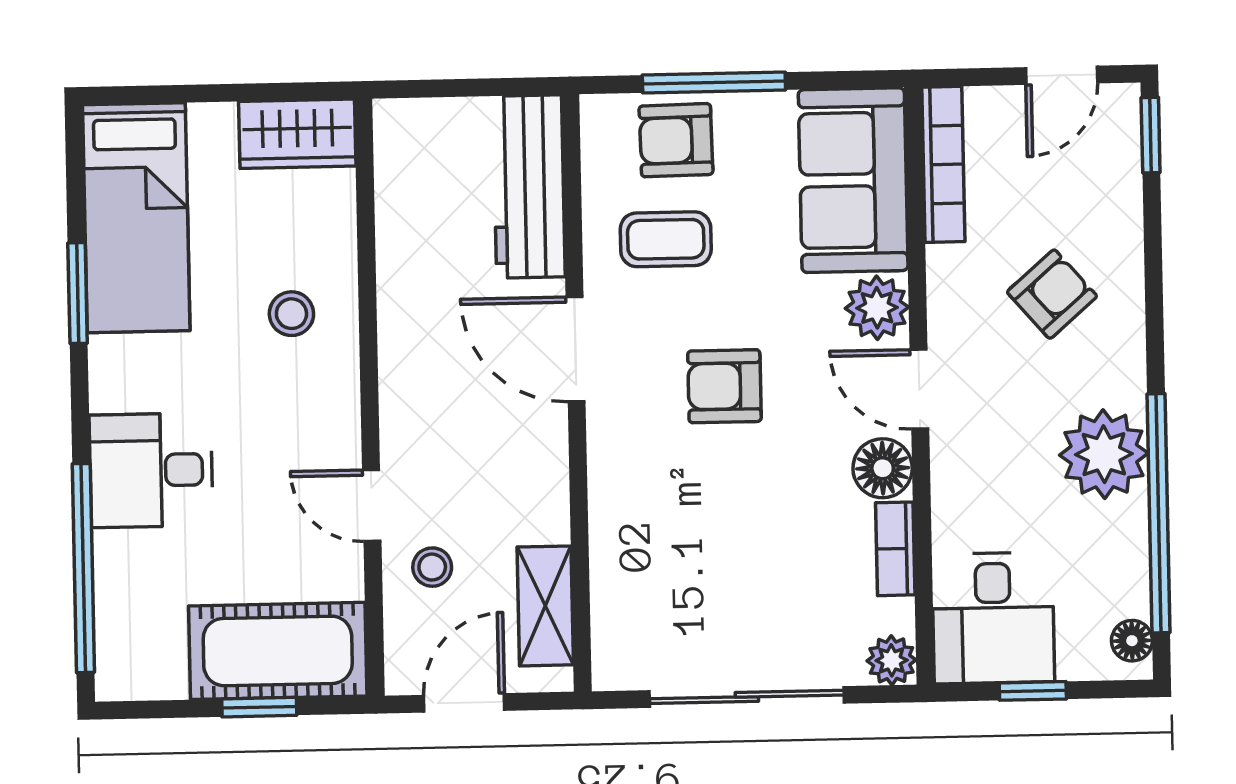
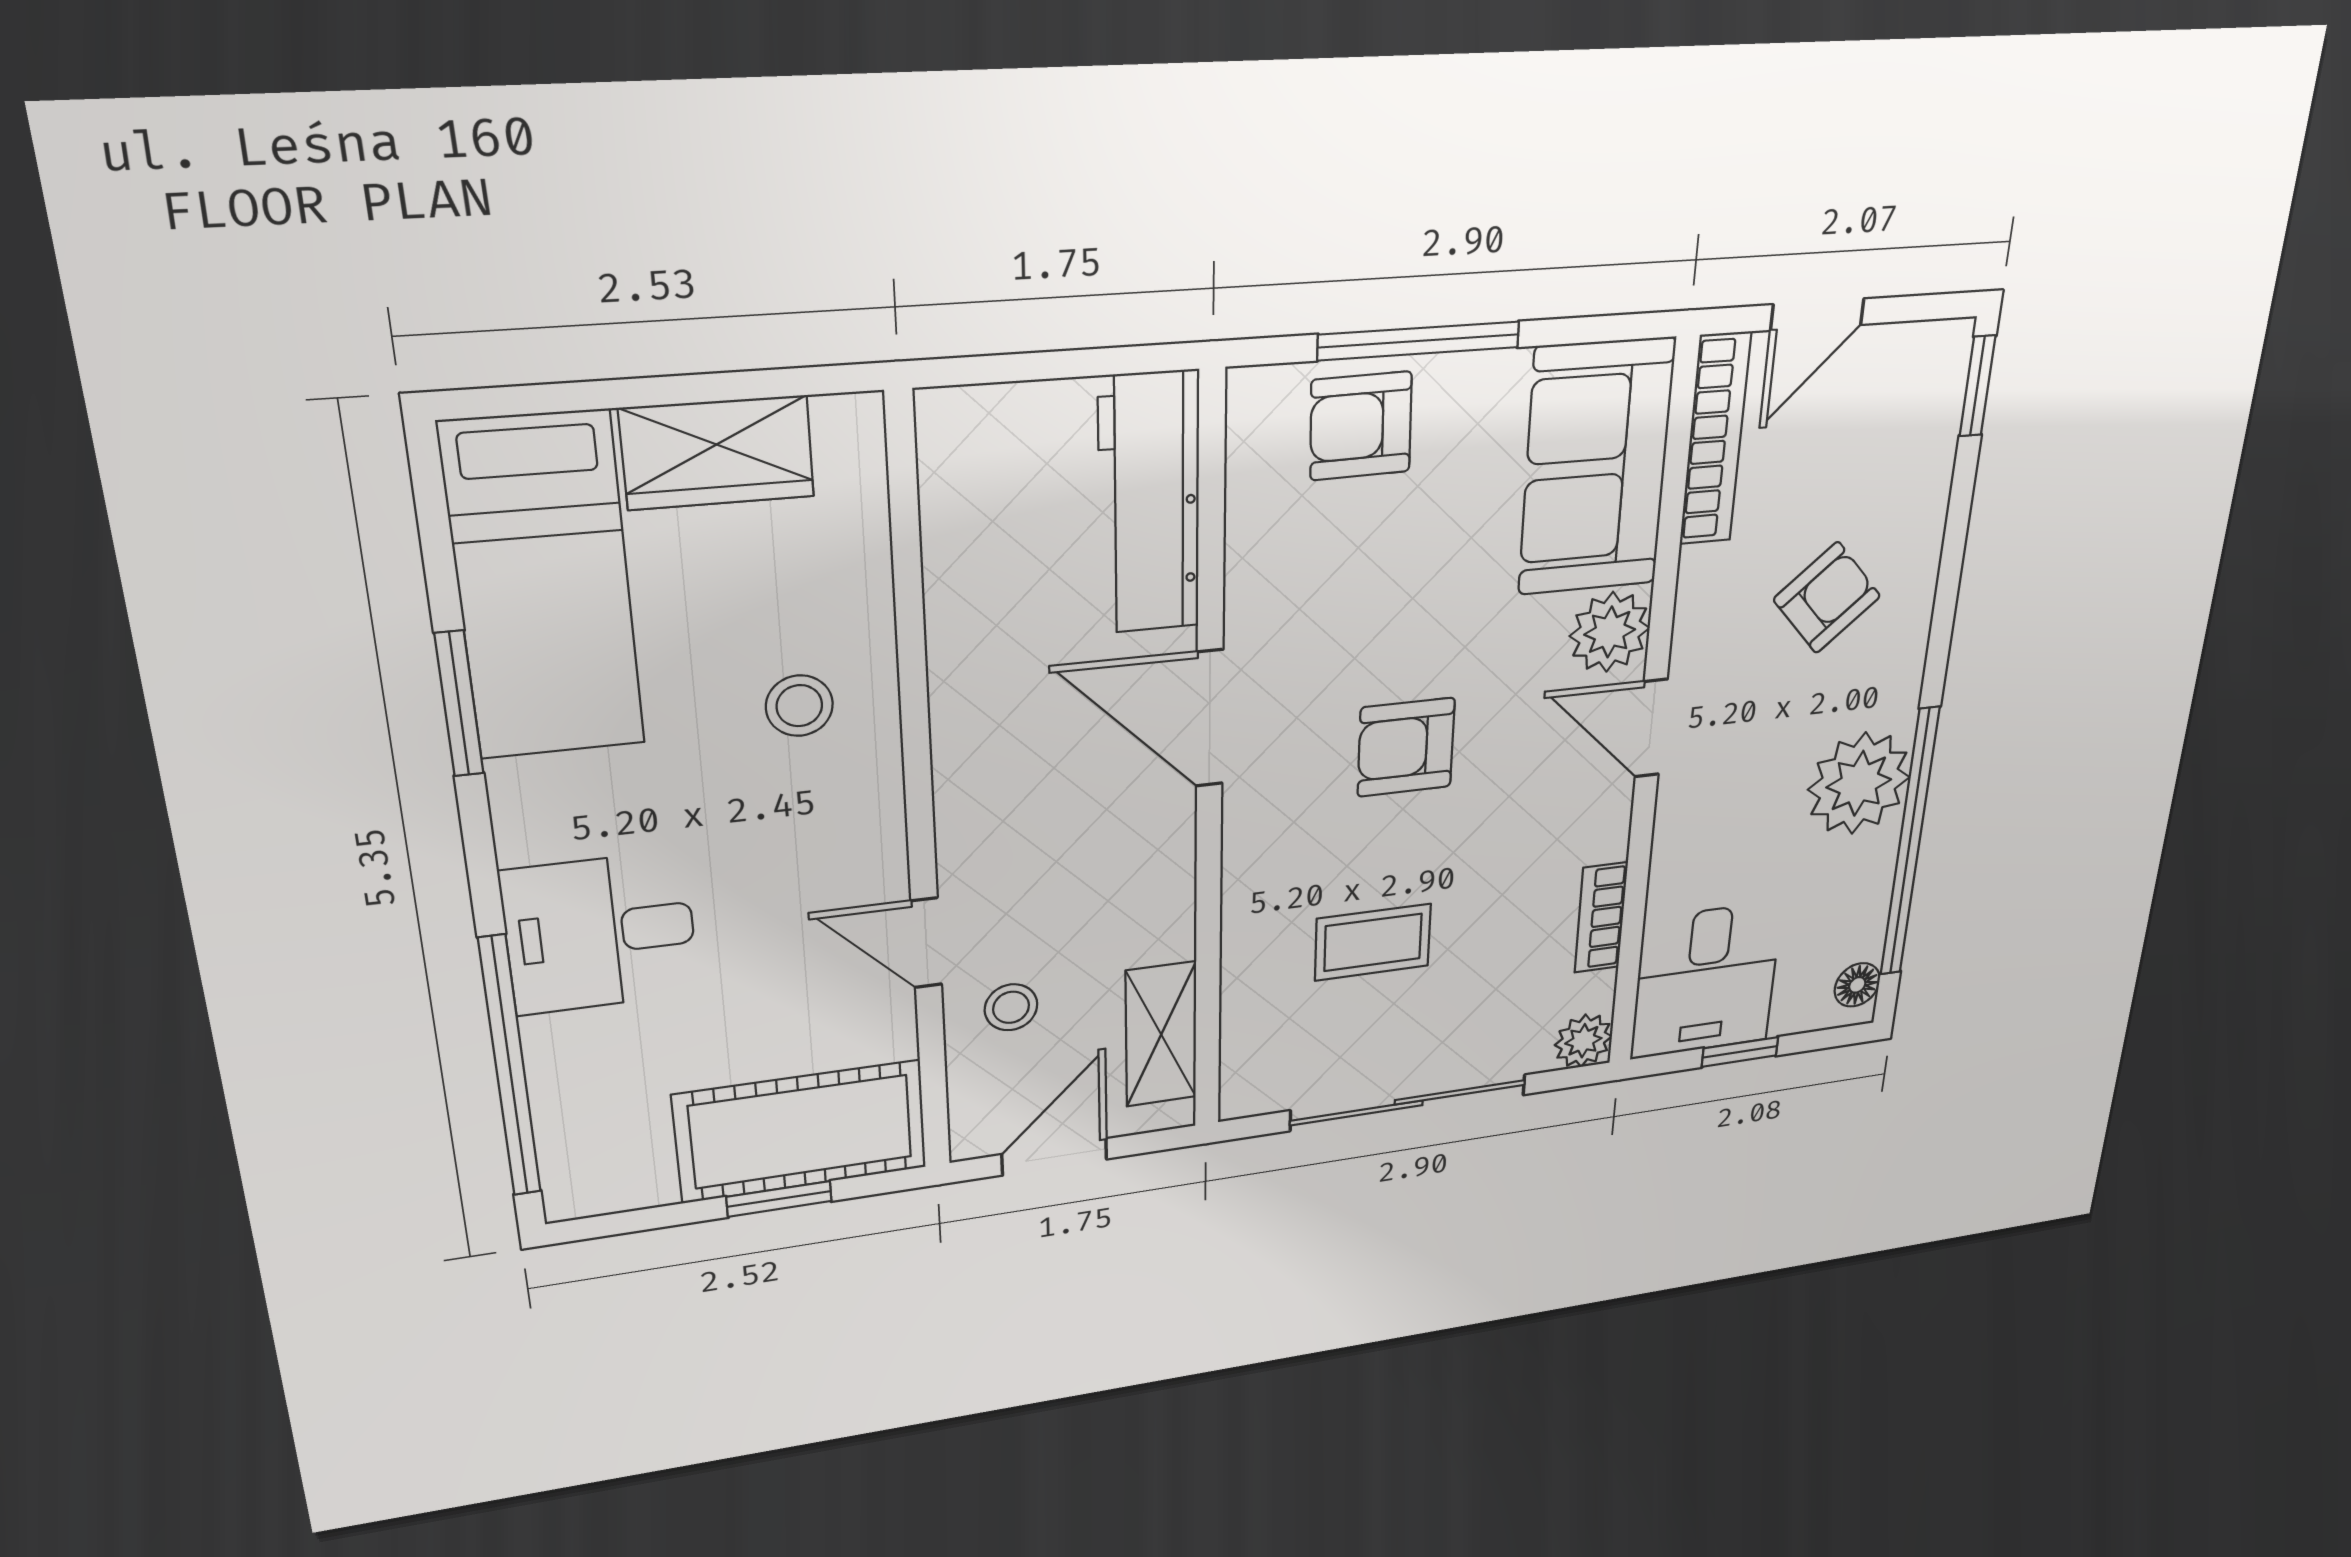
door: (1062, 75) -> (1817, 315), moved
wardrobe: (297, 134) -> (717, 453), moved
coffee table: (666, 239) -> (1373, 942), moved
floor lamp: (883, 468) -> (1596, 827), removed

